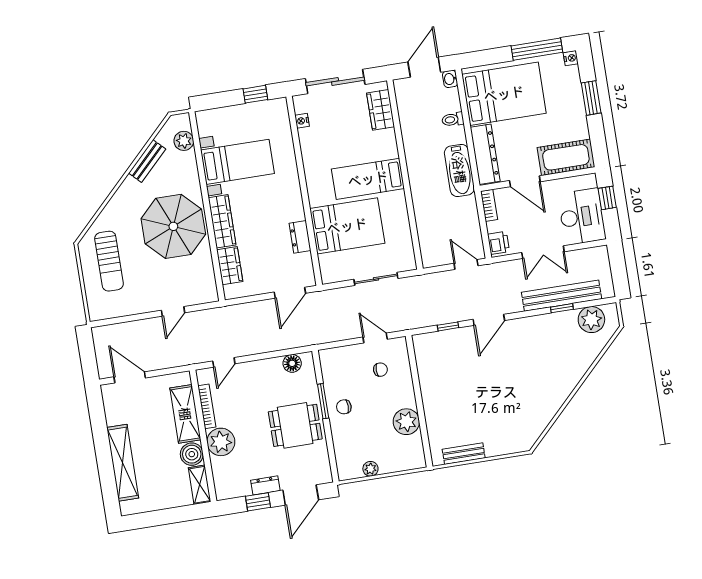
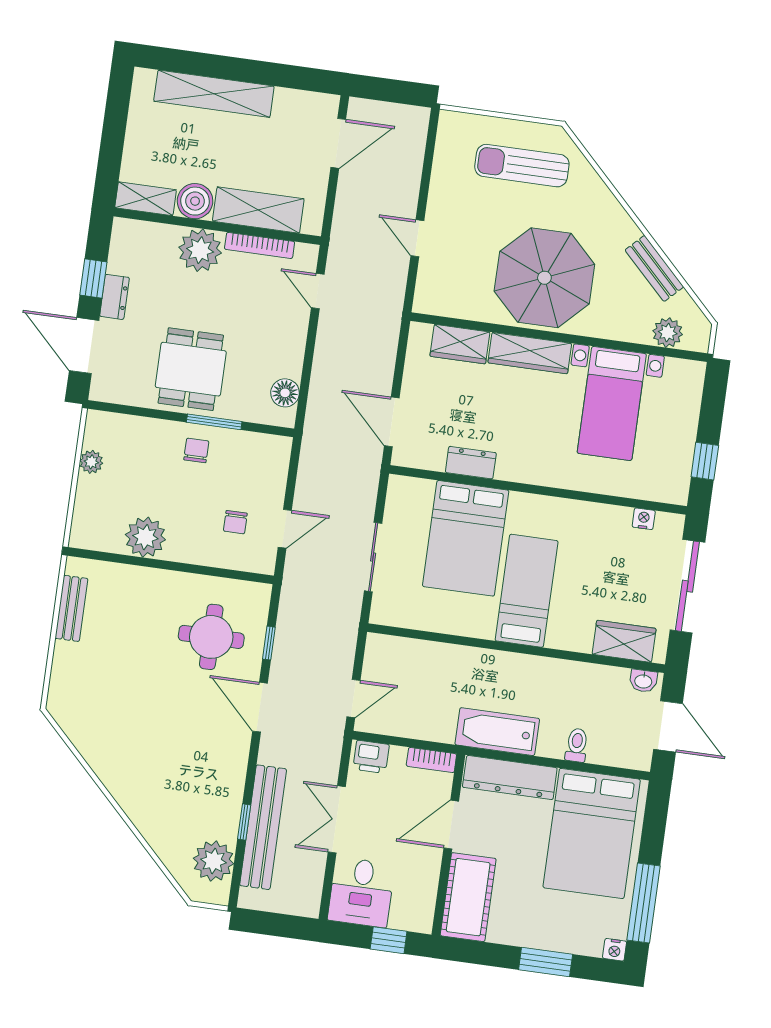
washbasin: (450, 79) -> (643, 681), moved, turned 180
desk: (582, 217) -> (361, 892), width x0.73
round table: (455, 363) -> (211, 637), added

